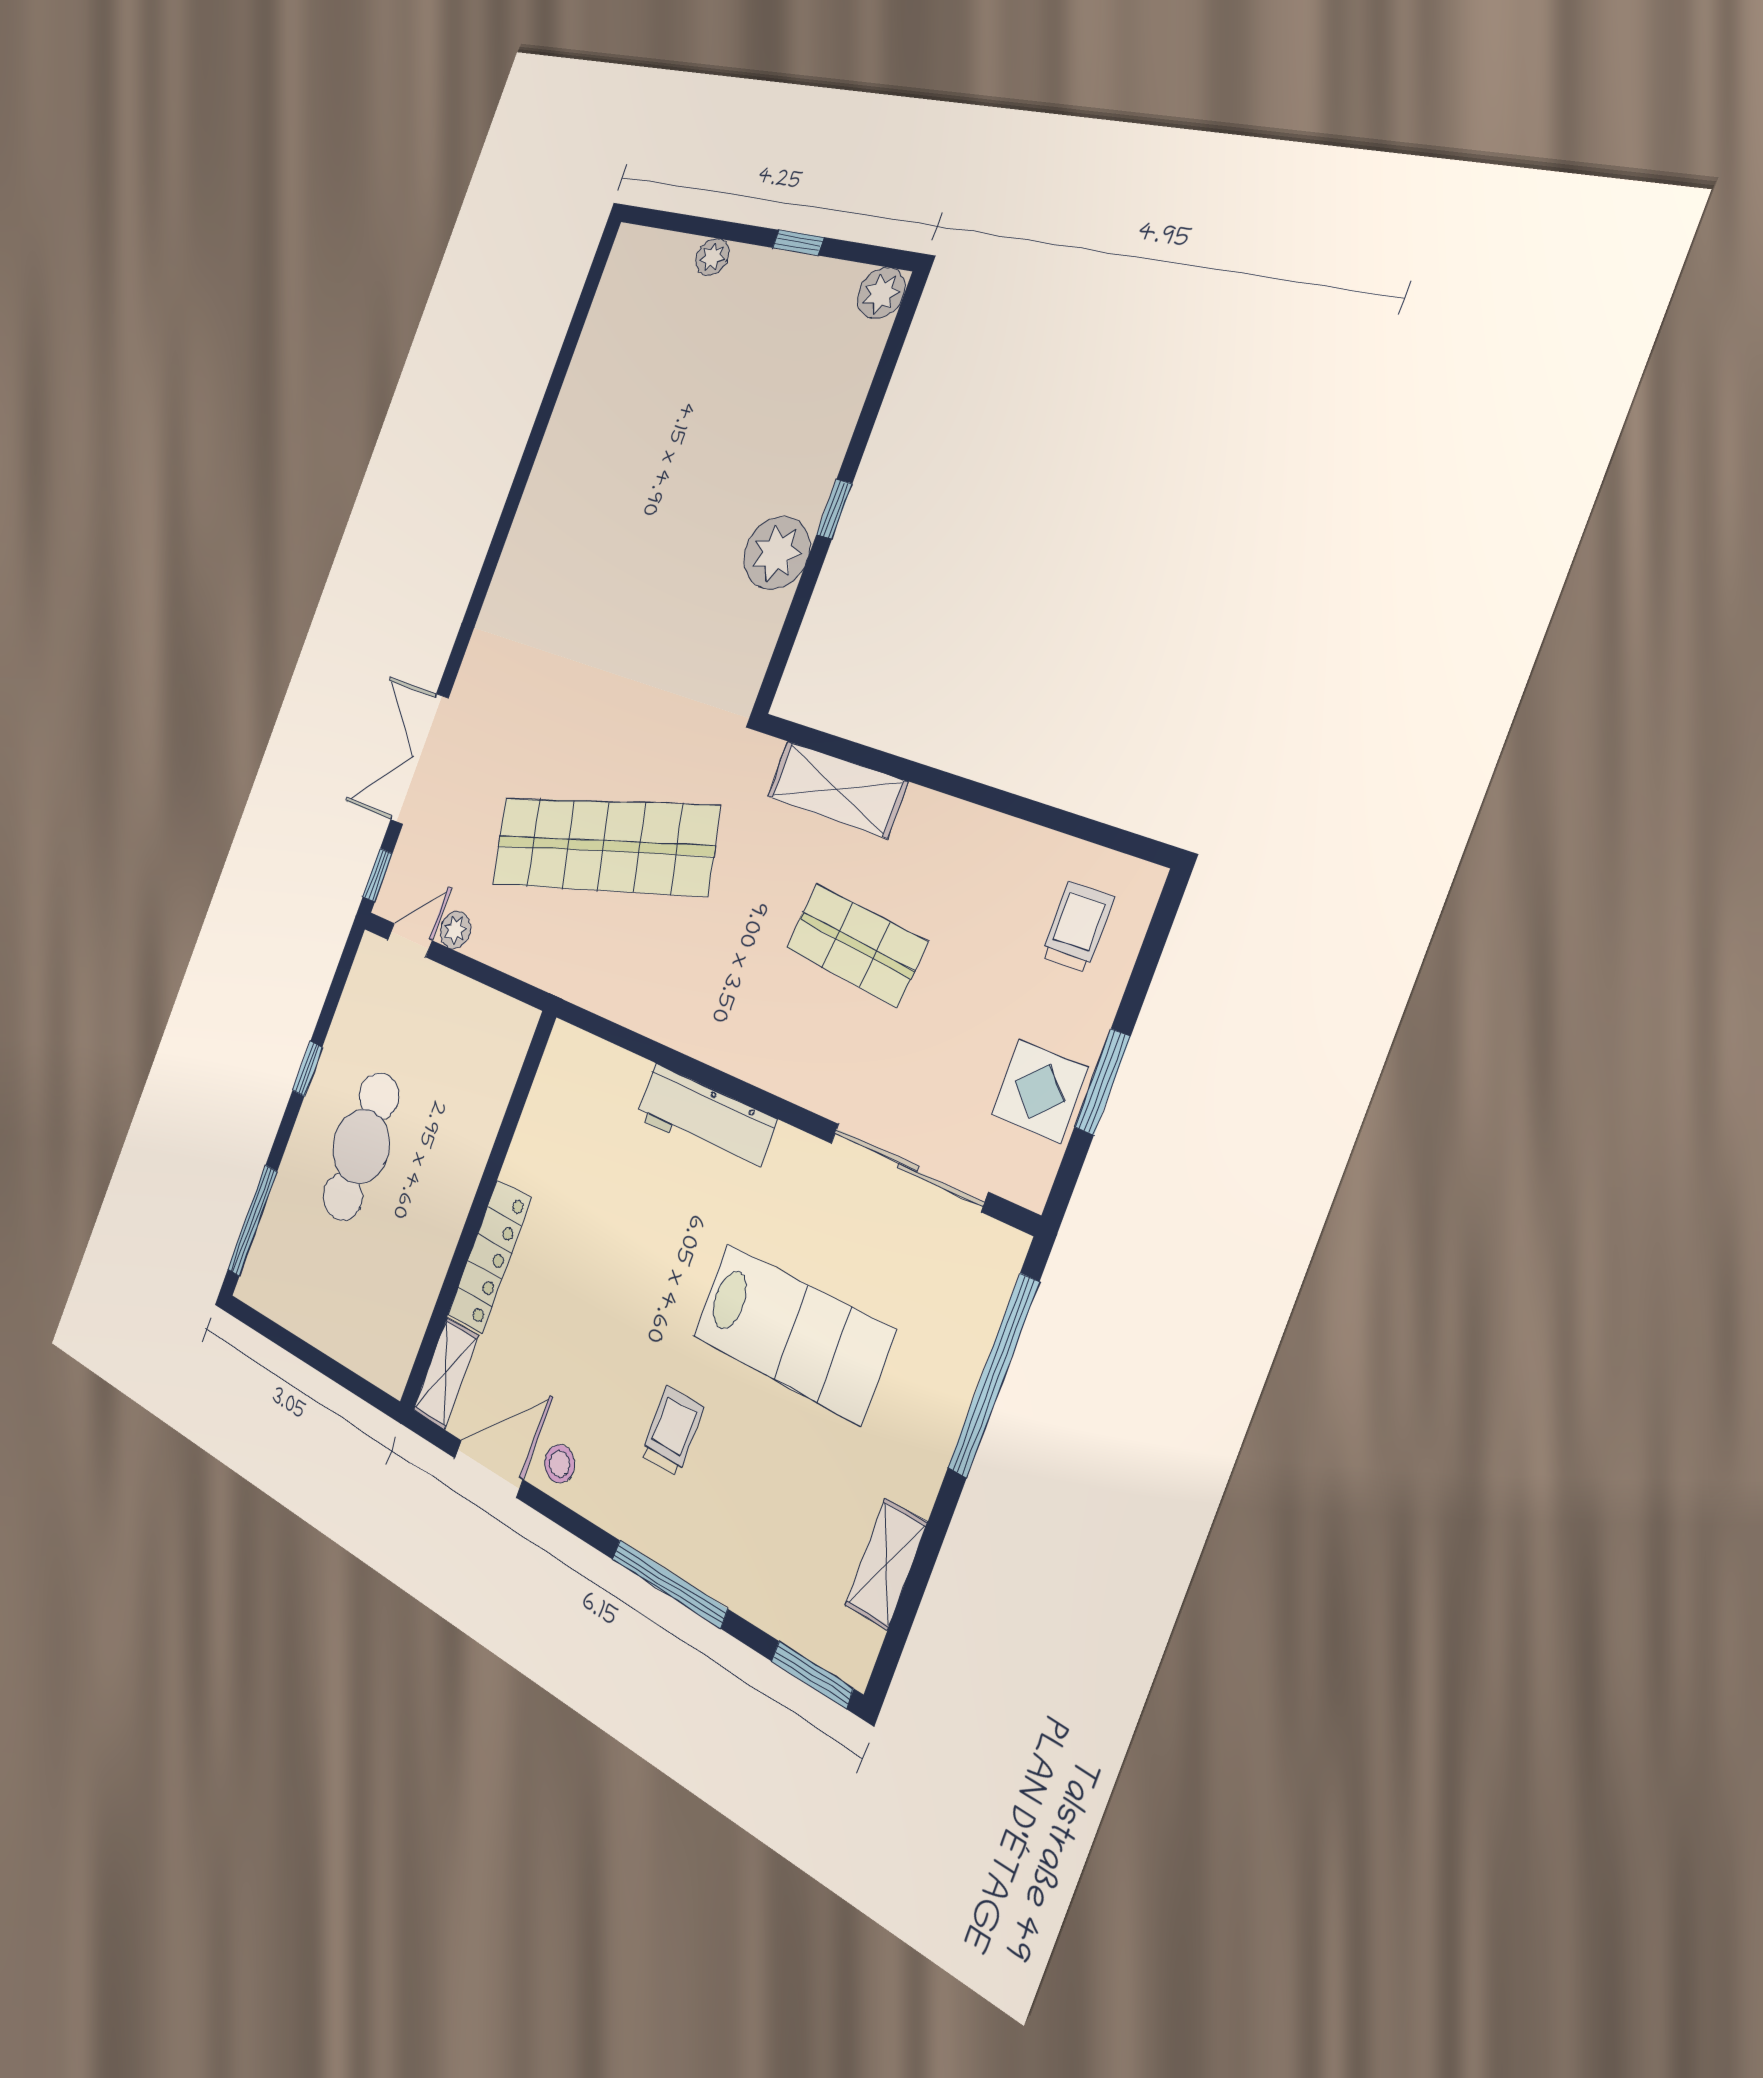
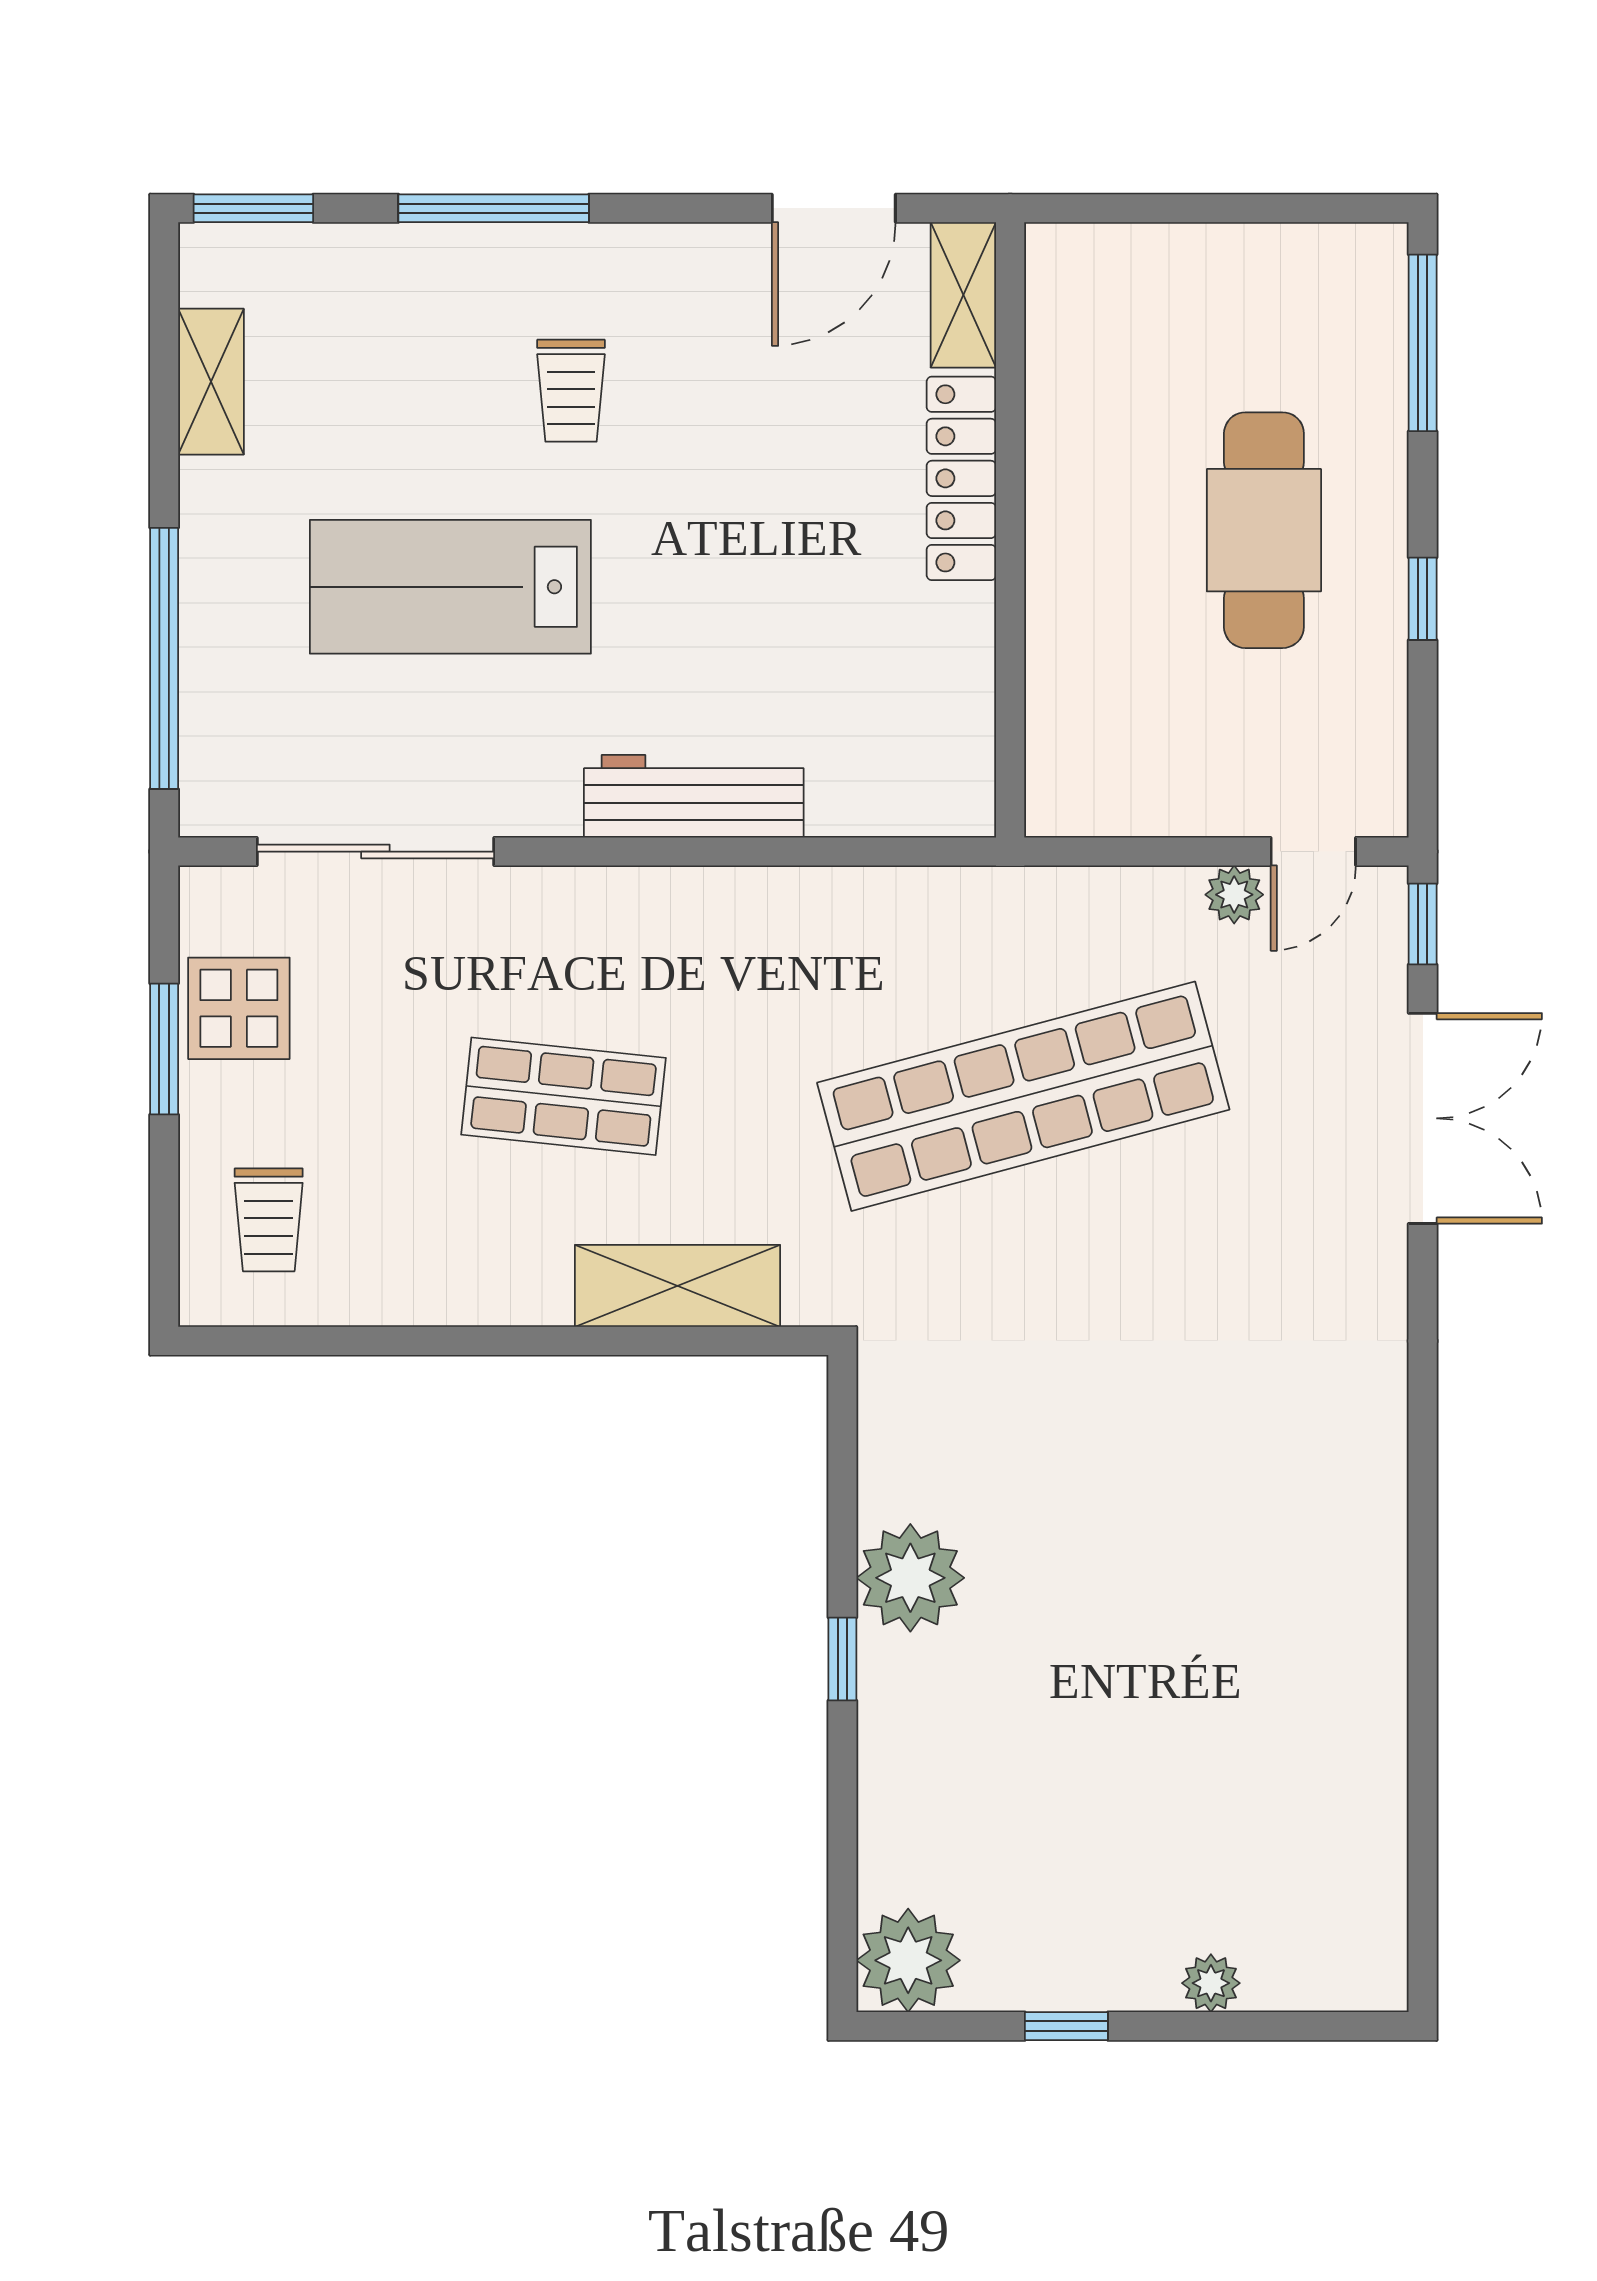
plant: (881, 293) -> (908, 1960), width x1.36, depth x1.36
stool: (560, 1464) -> (723, 269), removed

